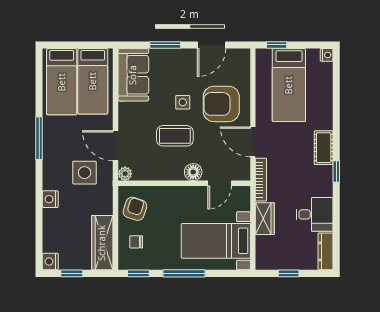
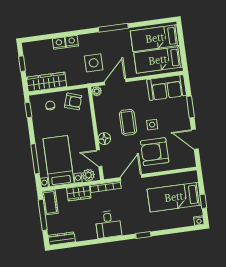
window: (277, 45) -> (203, 201), moved
armchair: (221, 104) -> (155, 152), turned -90
cot: (324, 148) -> (50, 202), moved, turned 90
window: (336, 171) -> (143, 235), moved
plant: (241, 202) -> (88, 175), added
desk: (314, 214) -> (108, 224), moved
nightstand: (50, 262) -> (59, 43), moved
window: (184, 273) -> (35, 159), moved
window: (289, 273) -> (43, 215), width x2.17

